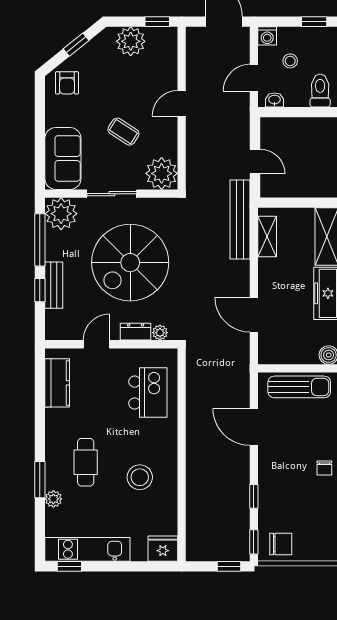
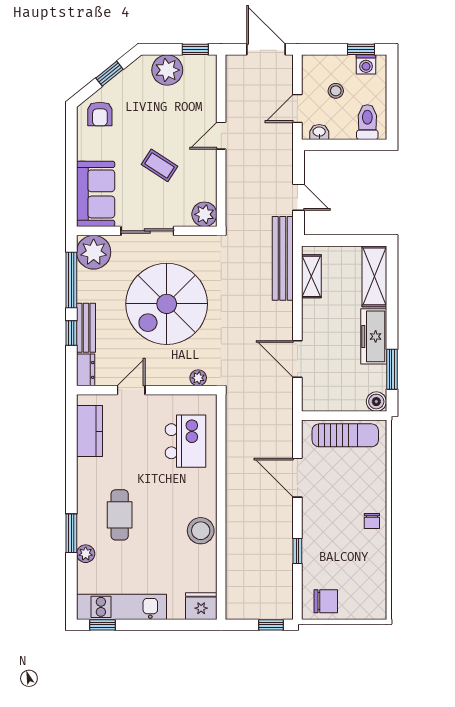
washing machine: (267, 36) -> (366, 64), moved
plant: (162, 173) -> (204, 214), width x0.73, depth x0.73
dresser: (136, 332) -> (86, 370), moved, turned 90
stool: (140, 477) -> (201, 531), moved
window: (254, 542) -> (297, 599), removed

